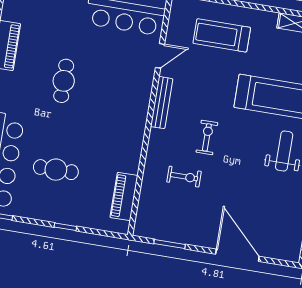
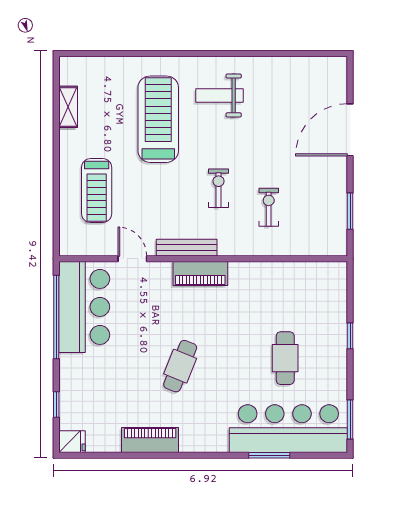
cafe table: (64, 81) -> (180, 366), turned -68
exercise bike: (207, 137) -> (218, 188), turned 90
piano: (124, 197) -> (200, 273), moved

